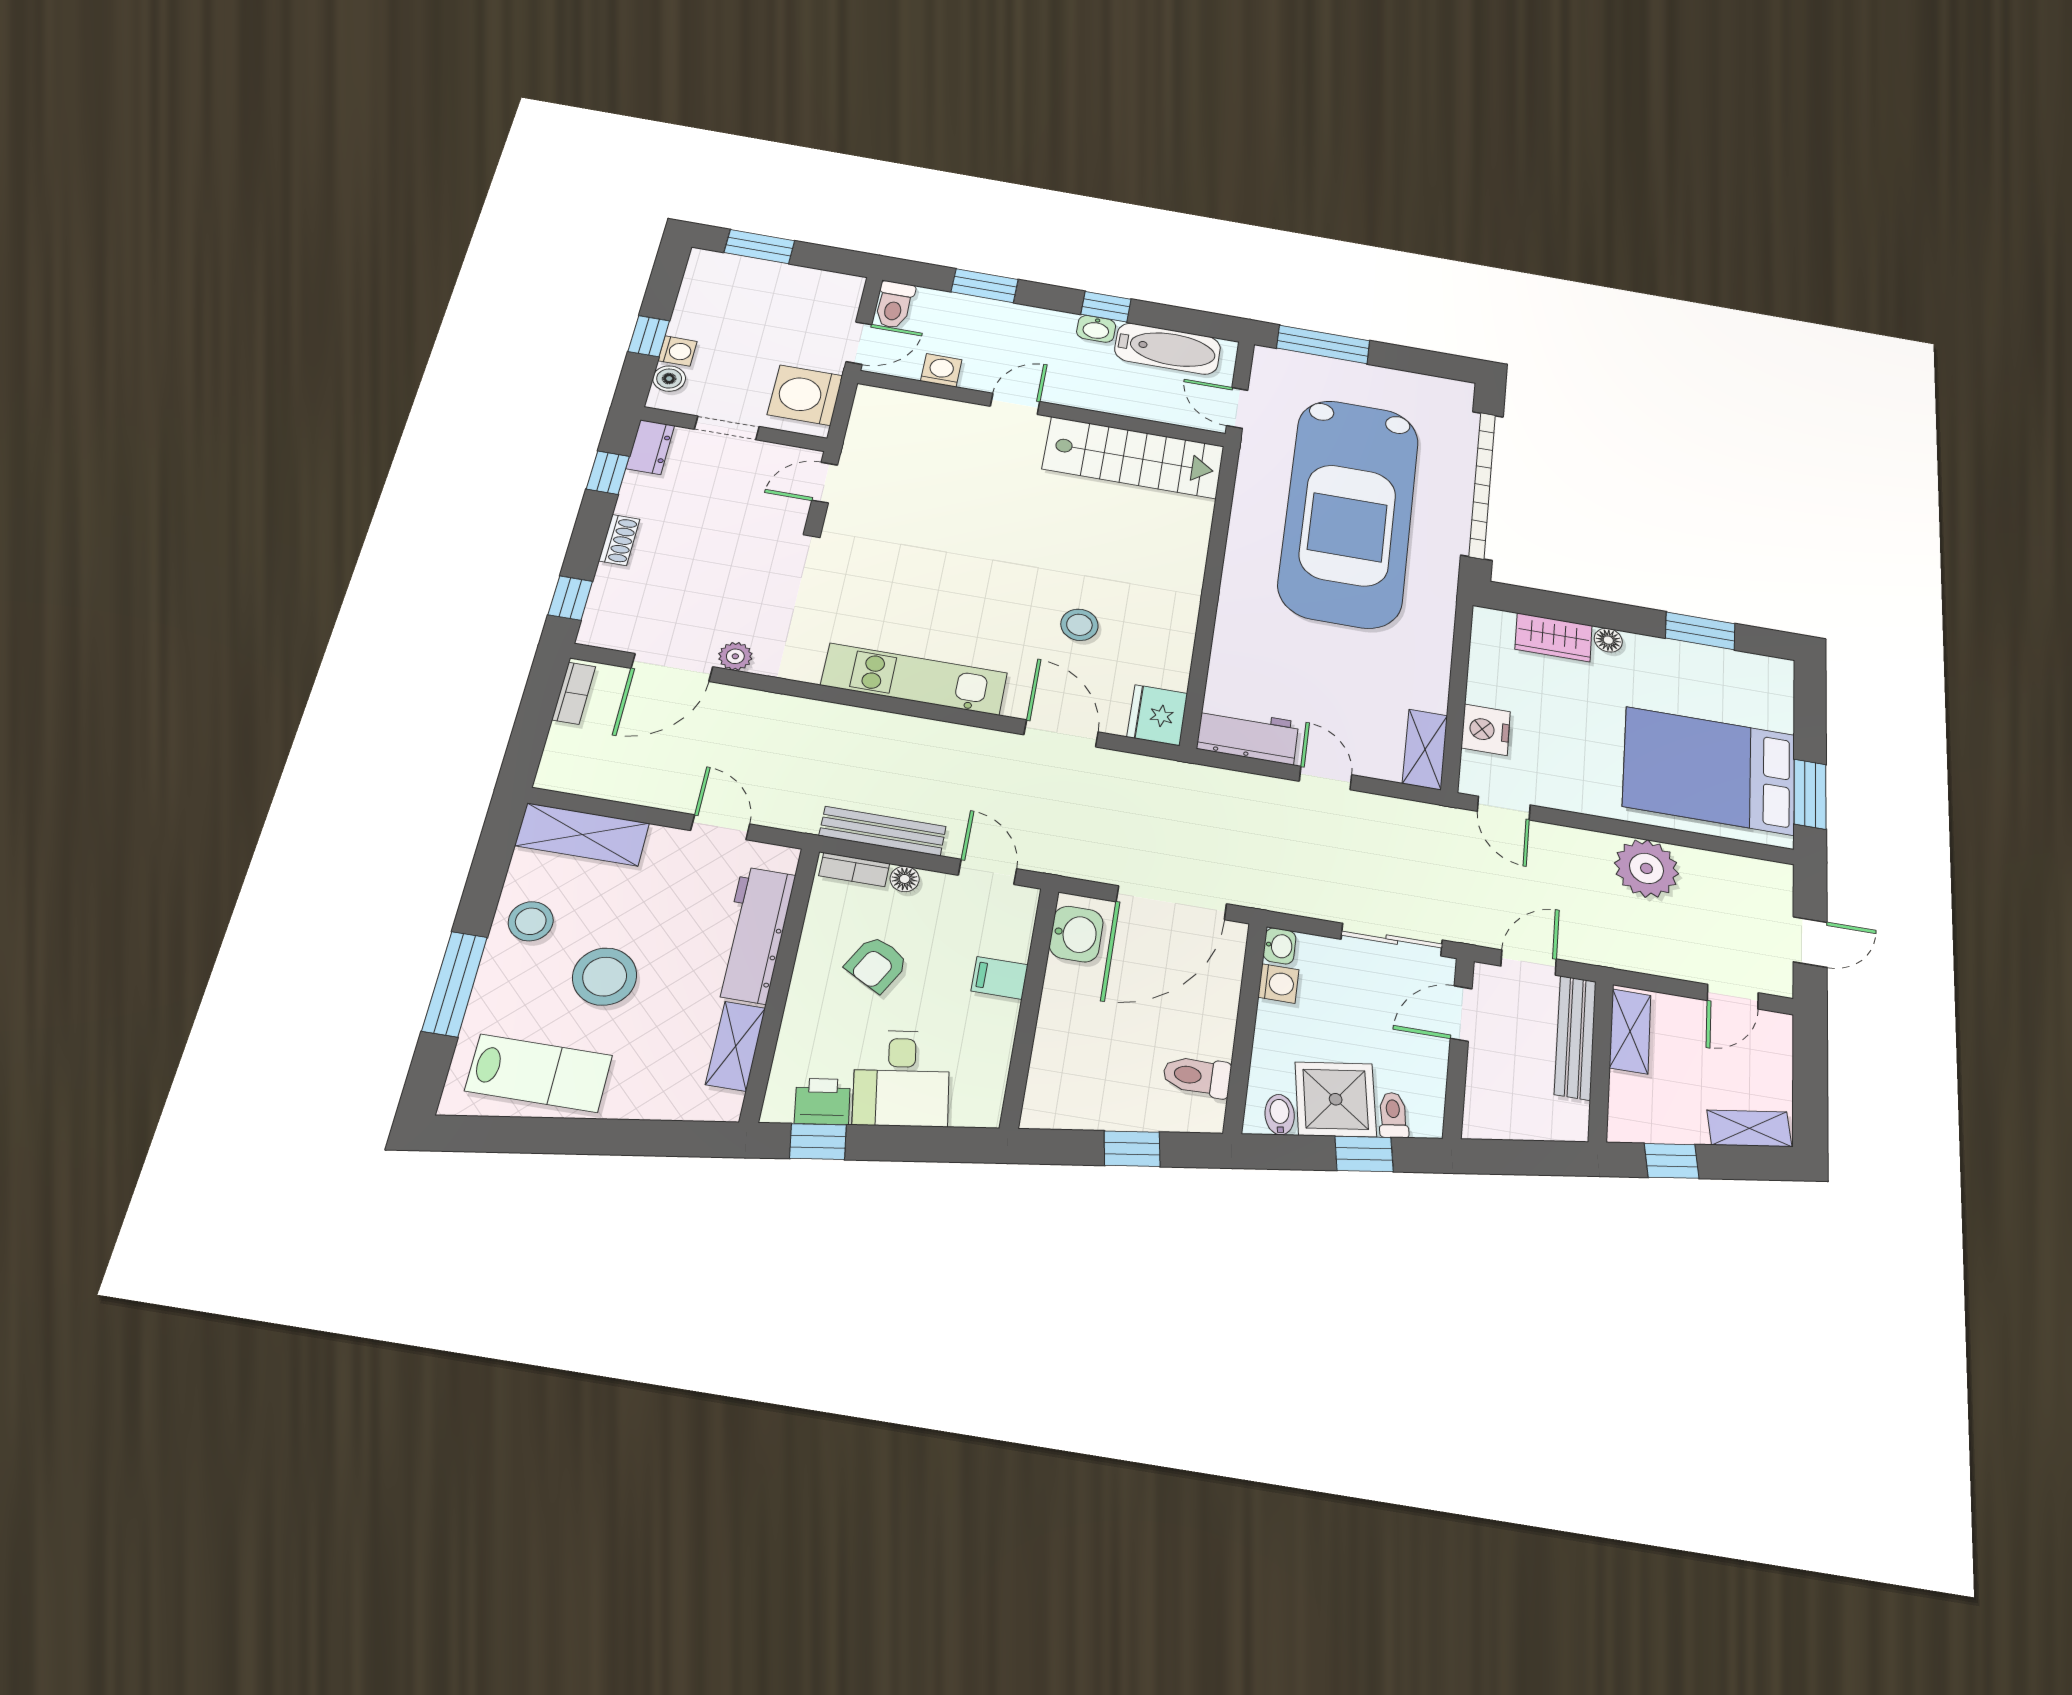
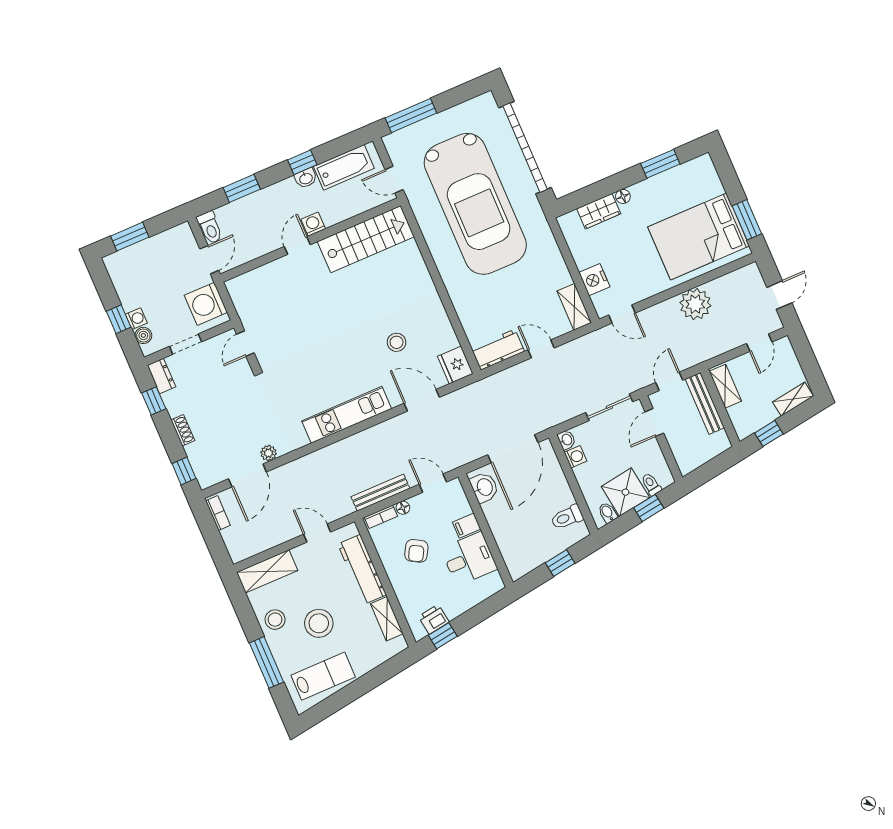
washing machine: (941, 370) -> (313, 224), moved
desk: (901, 1078) -> (469, 559), moved, turned -81

